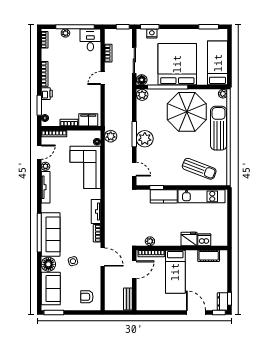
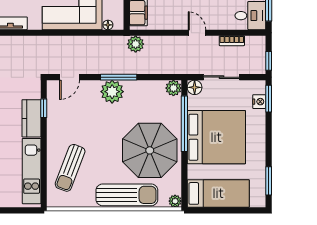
plant: (111, 136) -> (136, 44), moved

